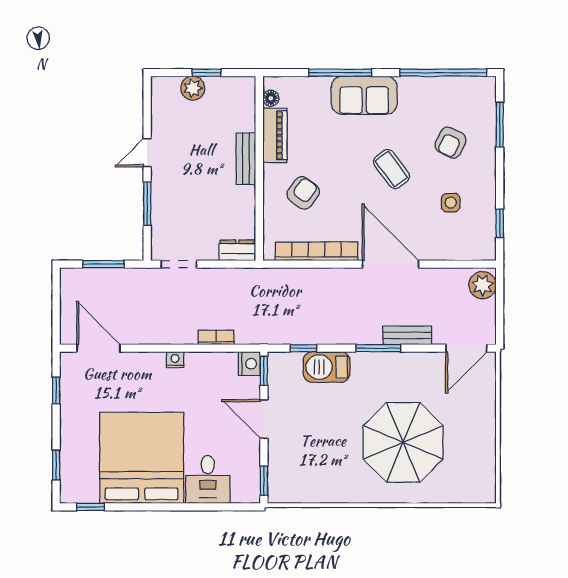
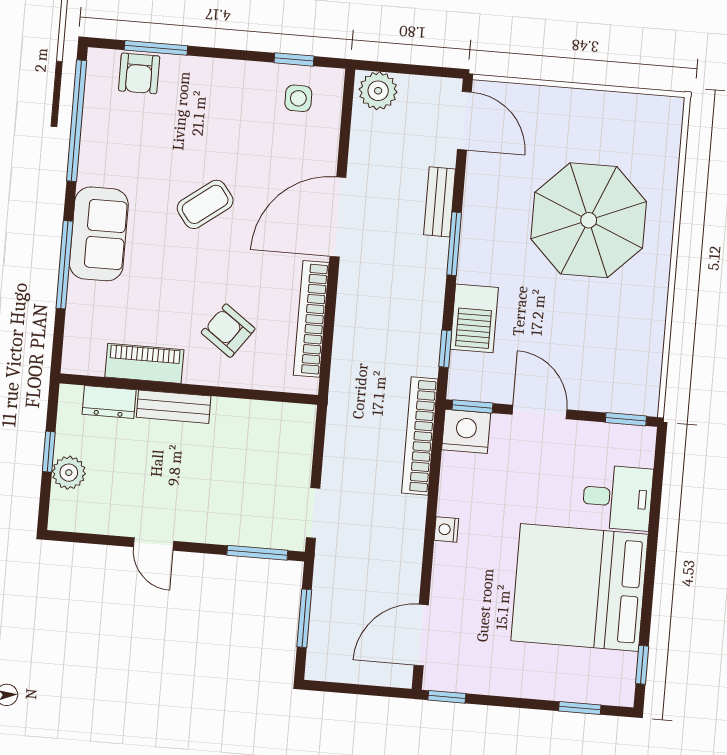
floor lamp: (271, 98) -> (92, 365), removed
armchair: (451, 143) -> (139, 73), moved, turned 64
side table: (451, 203) -> (298, 98), moved
window: (147, 204) -> (257, 553), moved
dresser: (237, 250) -> (109, 402), moved, turned -90
bookcase: (216, 337) -> (420, 436), width x2.31, depth x1.31
nightstand: (249, 364) -> (466, 431), width x1.36, depth x1.33
window: (56, 391) -> (447, 697), moved
door: (264, 419) -> (540, 412), swing flipped

